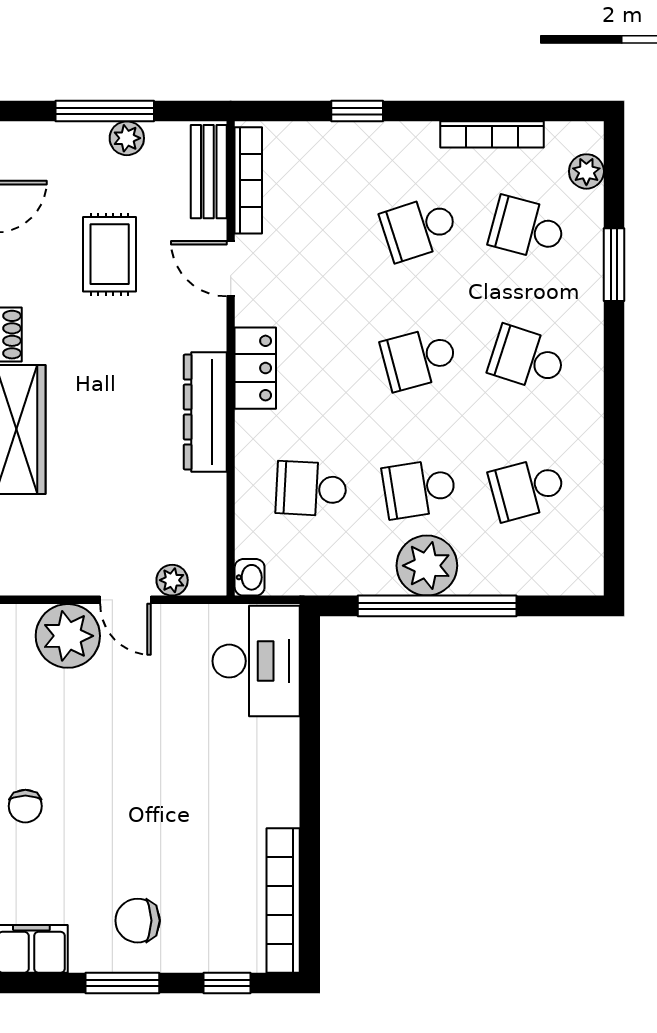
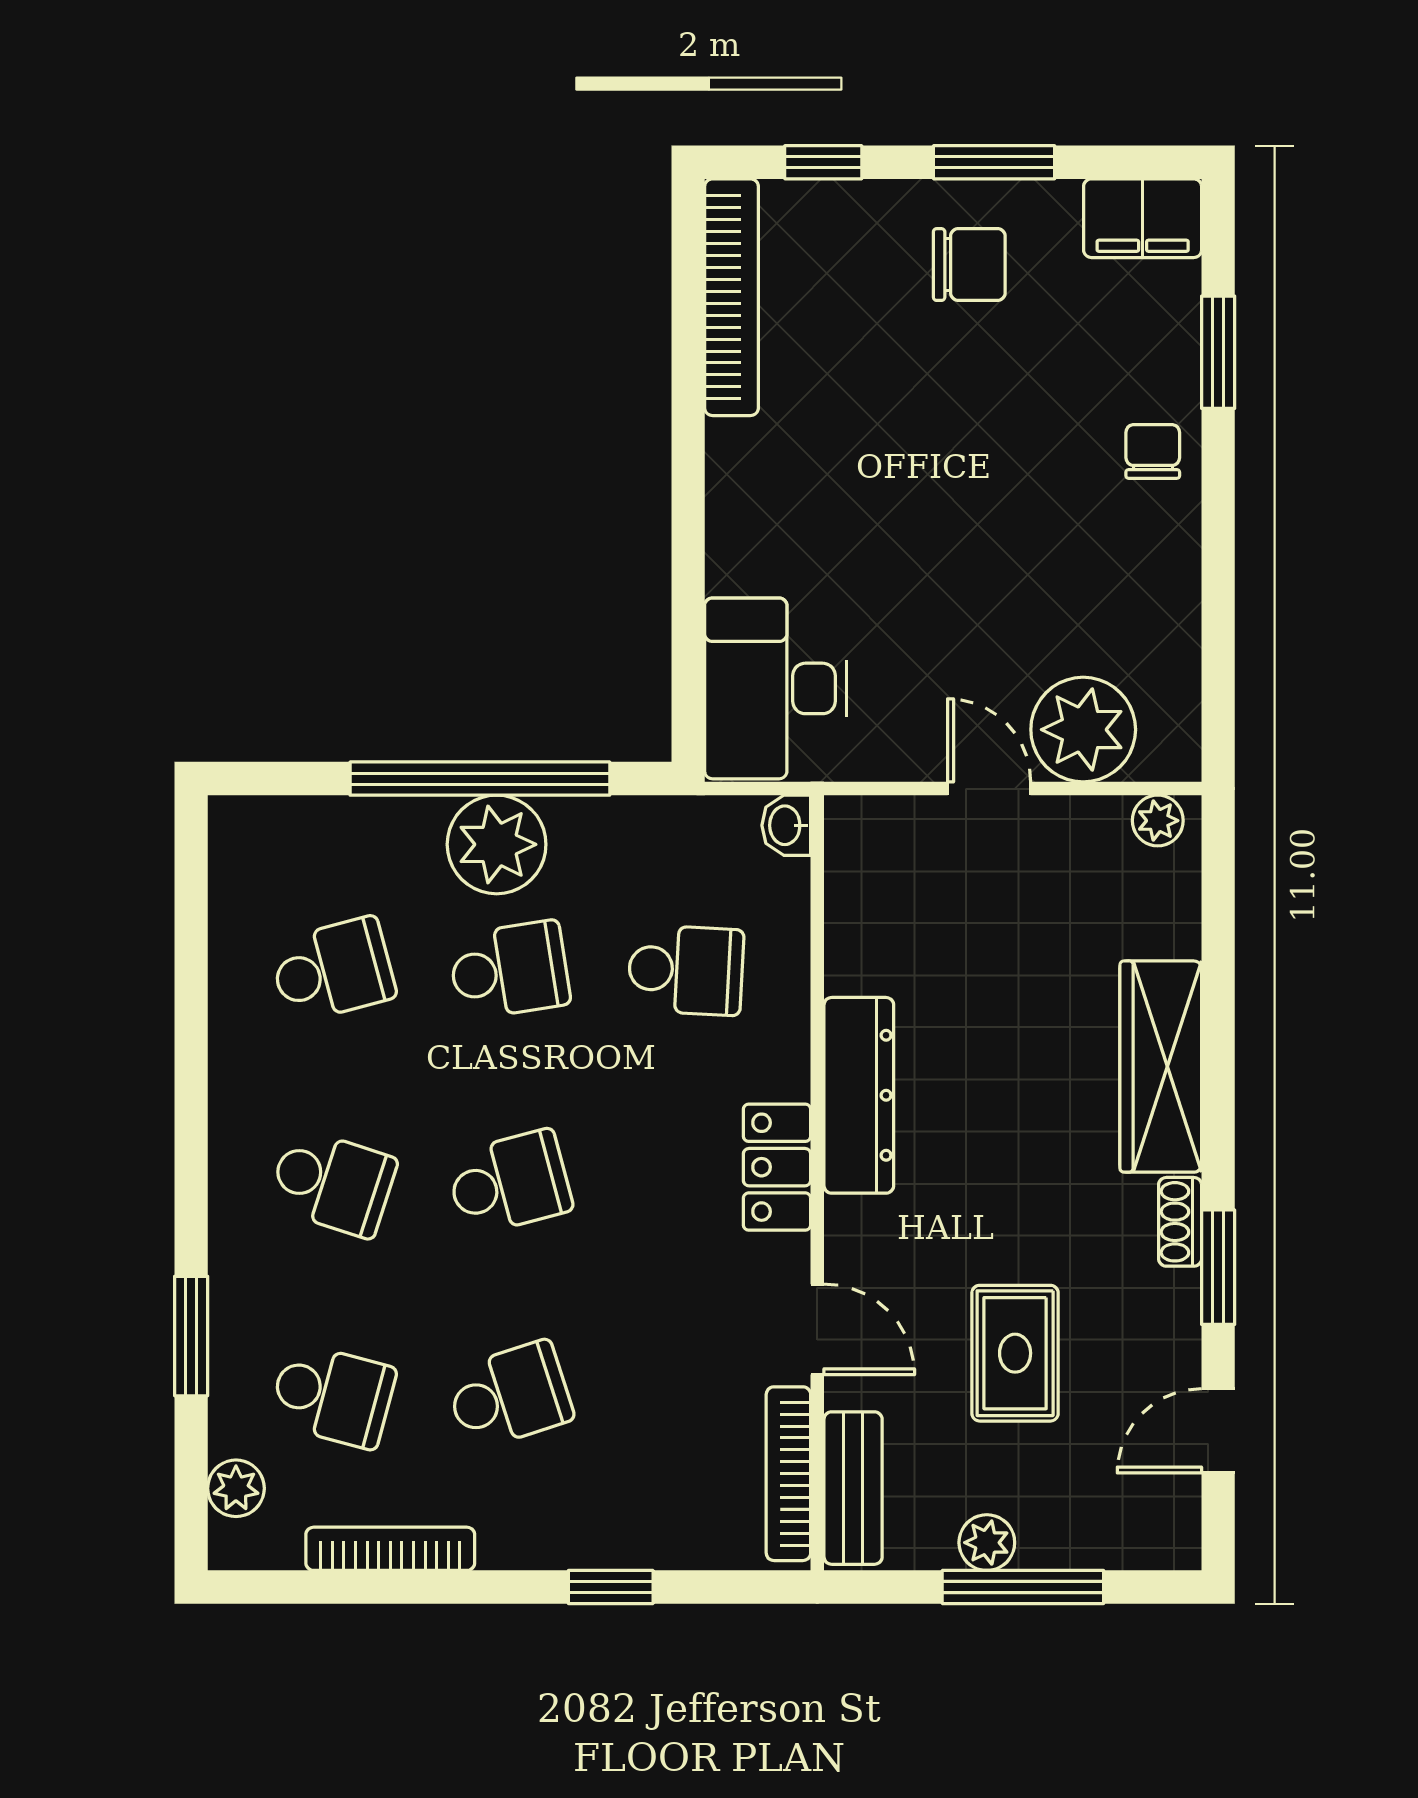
plant: (172, 580) -> (1158, 821), moved

